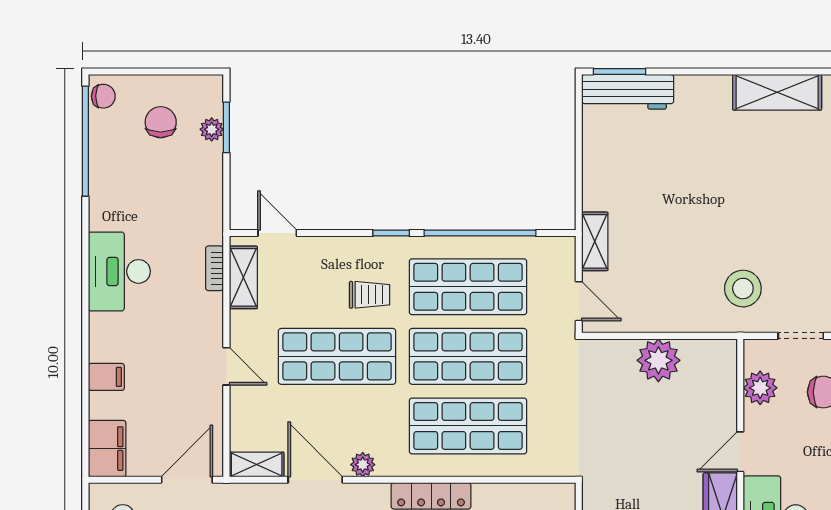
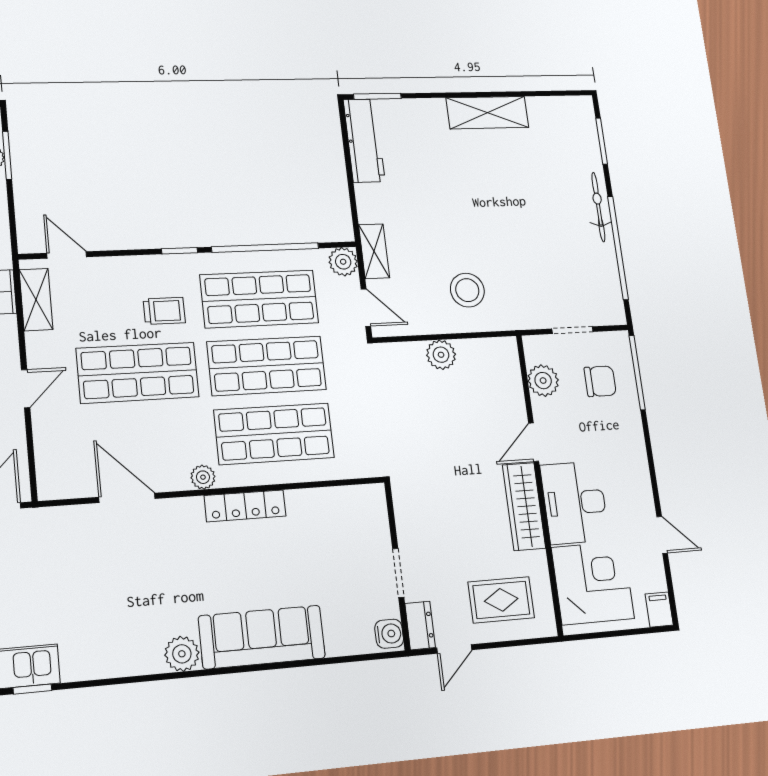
workbench: (628, 92) -> (364, 141), moved, turned -90
shelving: (777, 92) -> (487, 113), moved
plant: (560, 251) -> (343, 262), added
stool: (743, 289) -> (467, 290), moved
plant: (658, 360) -> (441, 355), width x0.73, depth x0.73
door: (226, 366) -> (26, 389), hinge flipped
shelving: (257, 464) -> (65, 486), removed
plant: (363, 465) -> (203, 477), moved

